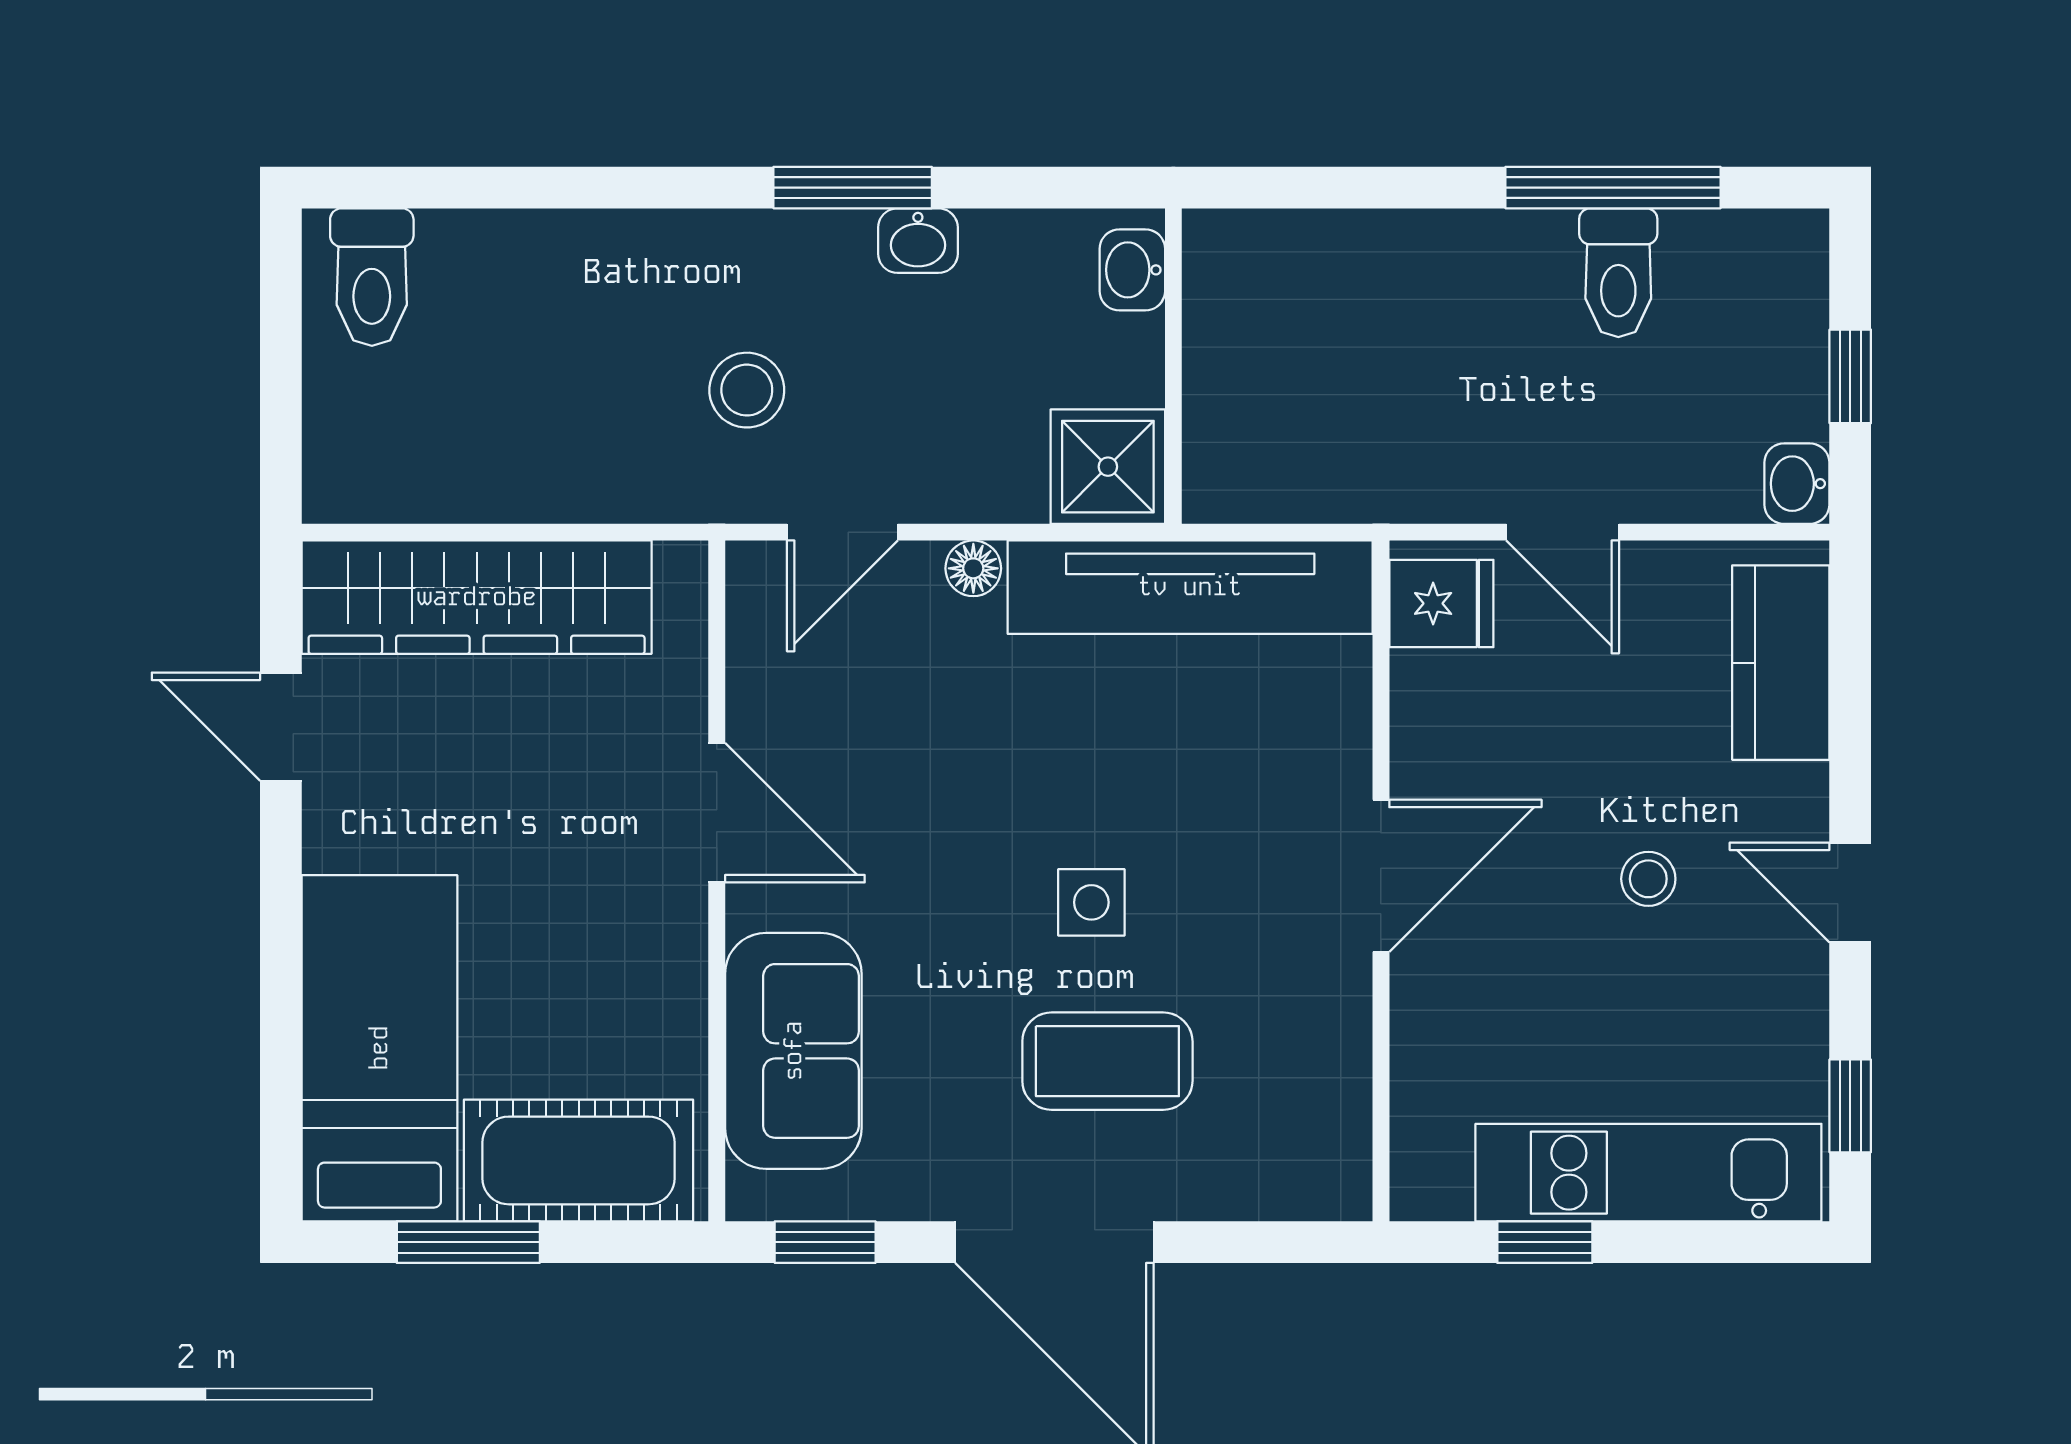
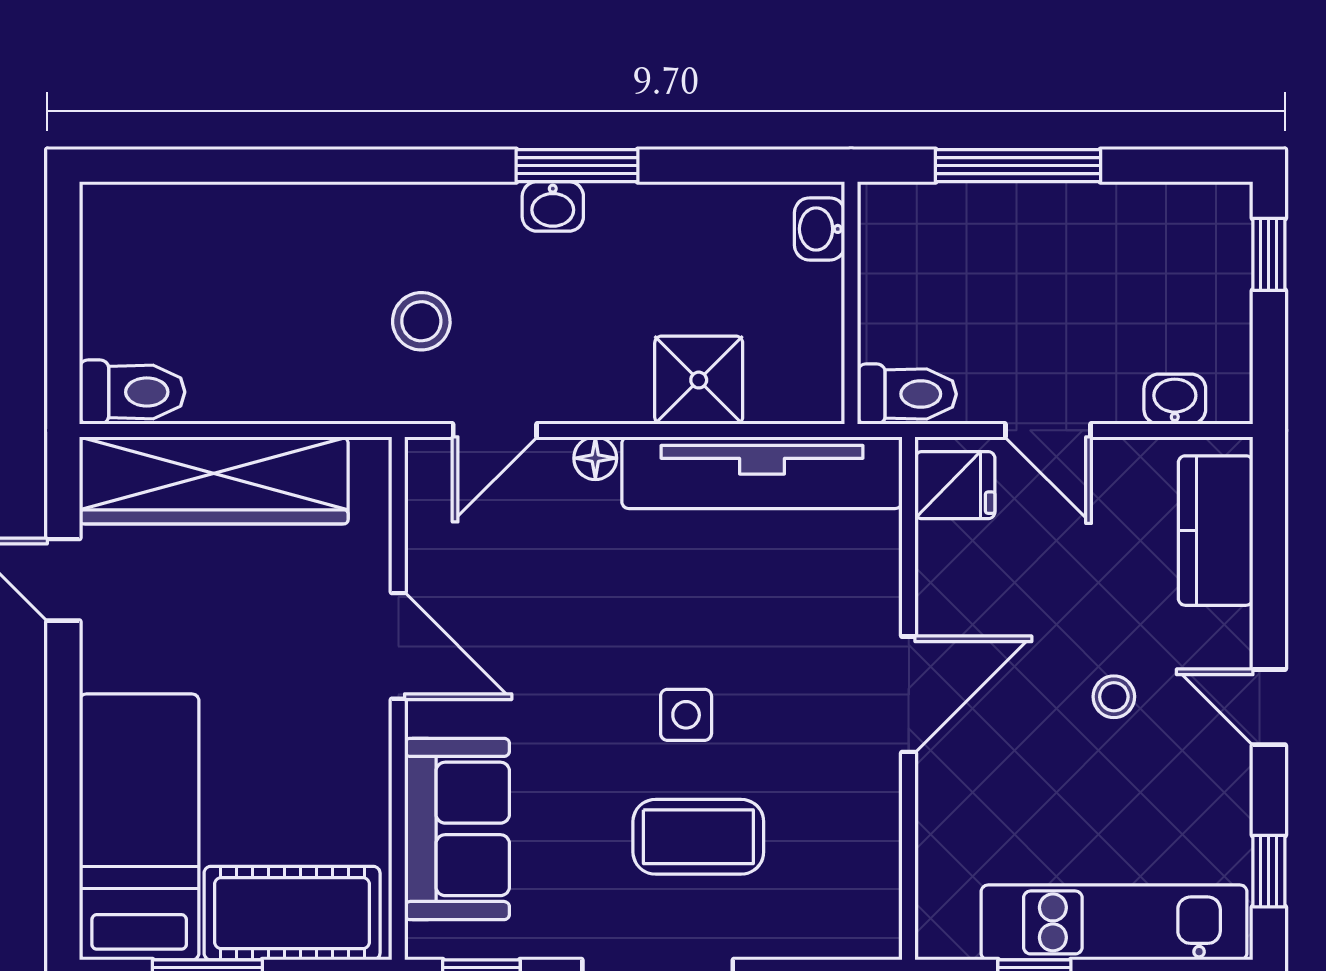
window: (853, 188) -> (577, 166), moved
window: (1613, 188) -> (1018, 166), moved
washbasin: (1132, 270) -> (820, 229), moved
toilet: (1618, 273) -> (907, 394), moved, turned -90
toilet: (372, 277) -> (132, 392), moved, turned -90
wall: (1173, 366) -> (851, 303), moved
window: (1850, 376) -> (1269, 254), moved
washbasin: (1797, 484) -> (1175, 399), moved, turned 90

